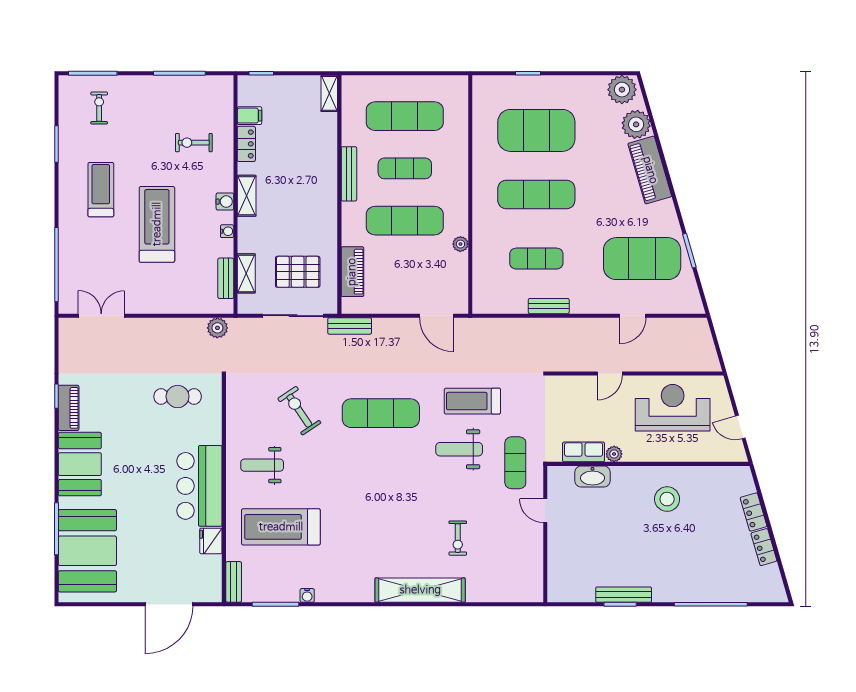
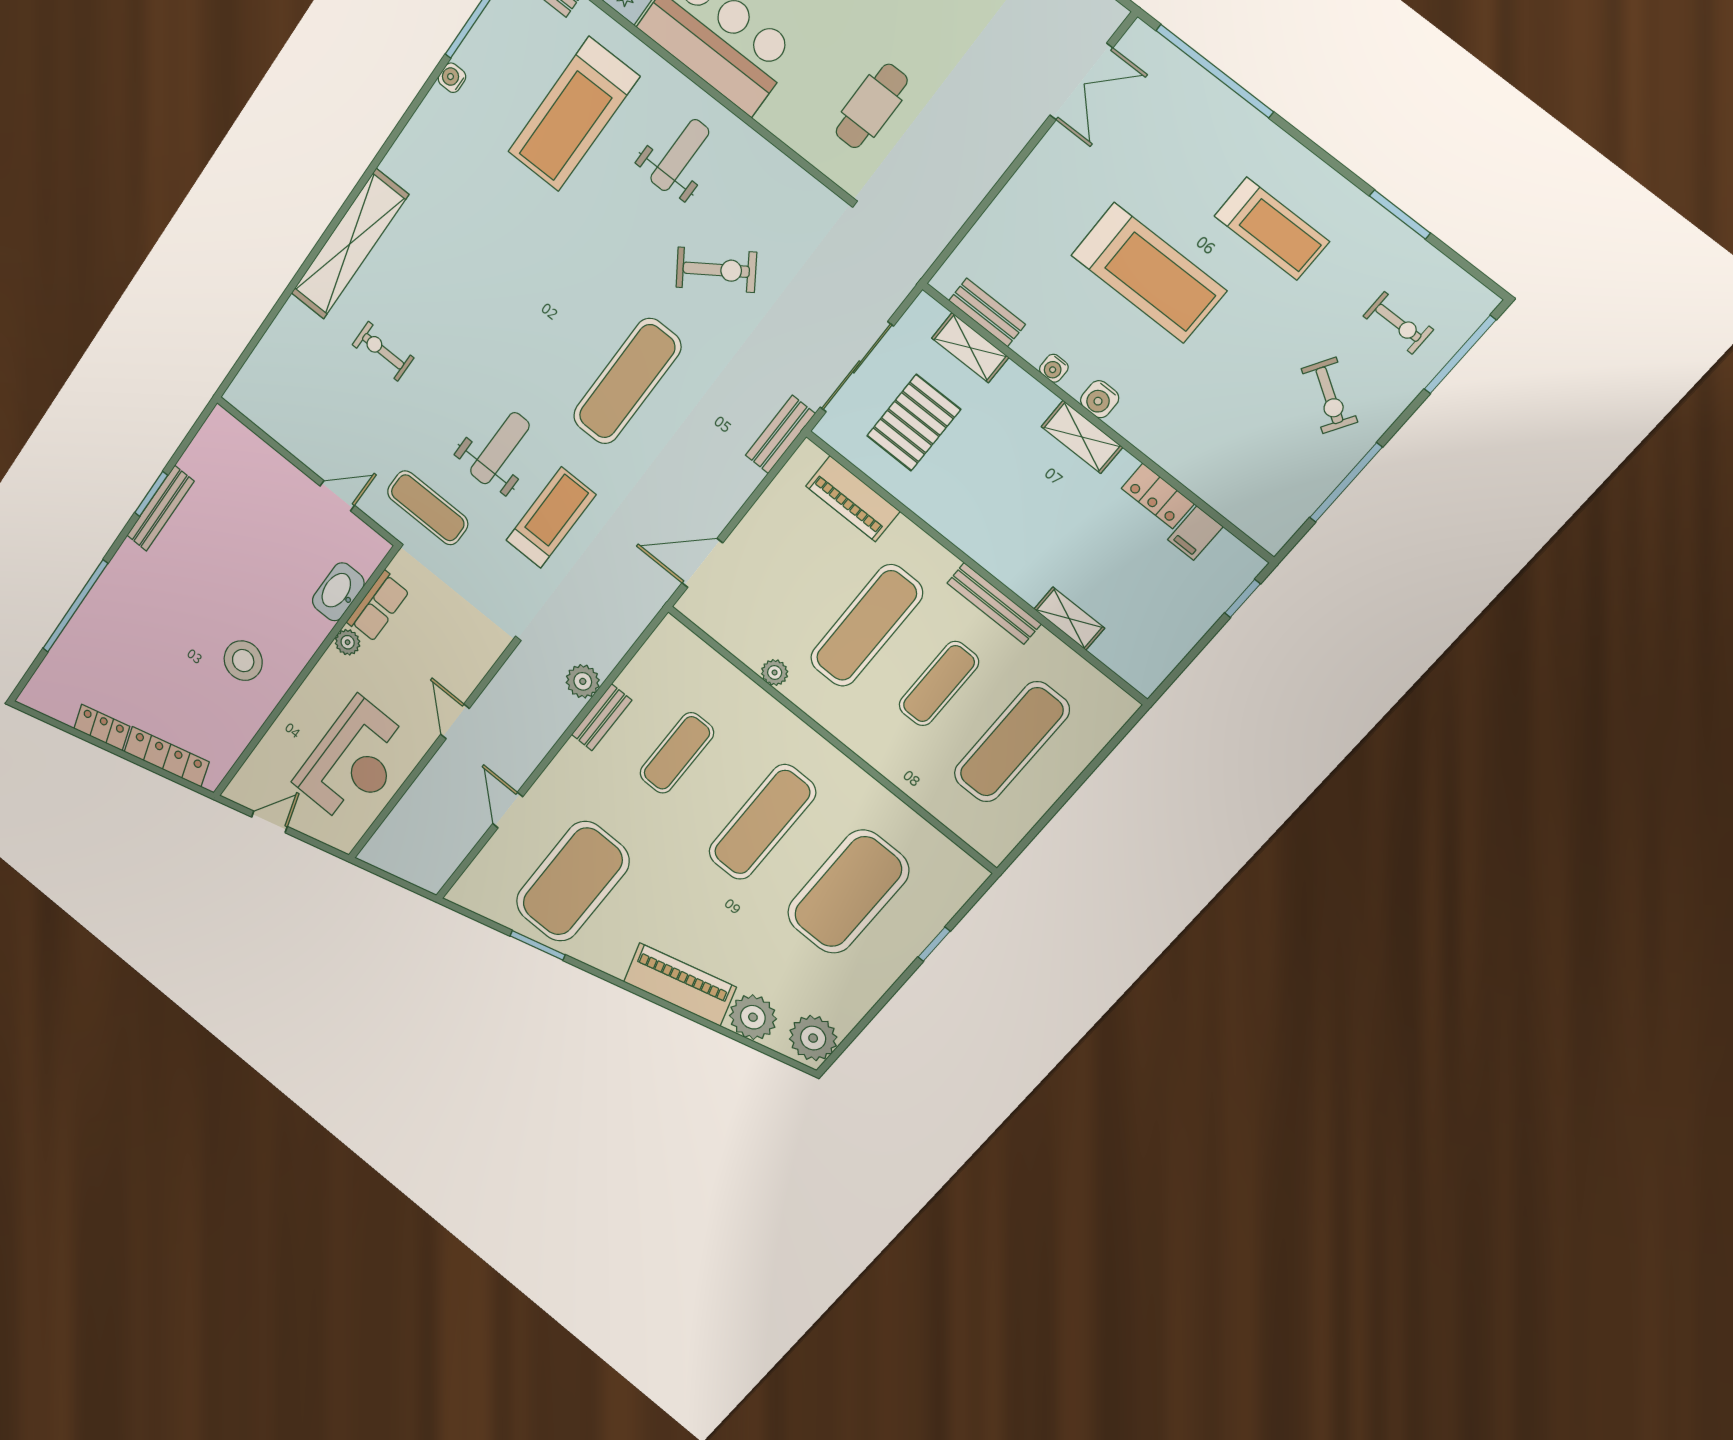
shelving: (329, 93) -> (1069, 619), moved
exercise bike: (194, 143) -> (1329, 395), moved, turned 122
plant: (217, 328) -> (583, 681), moved
locker: (753, 512) -> (167, 757), width x1.53
treadmill: (281, 527) -> (574, 114), turned 180

